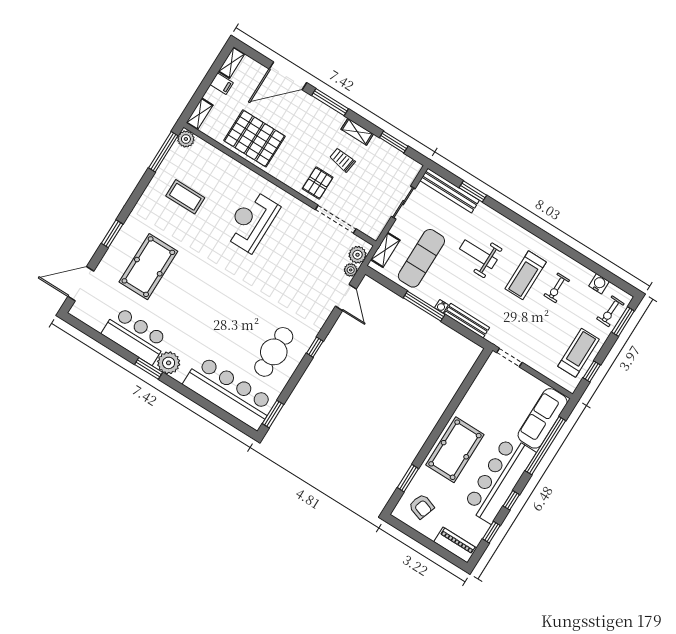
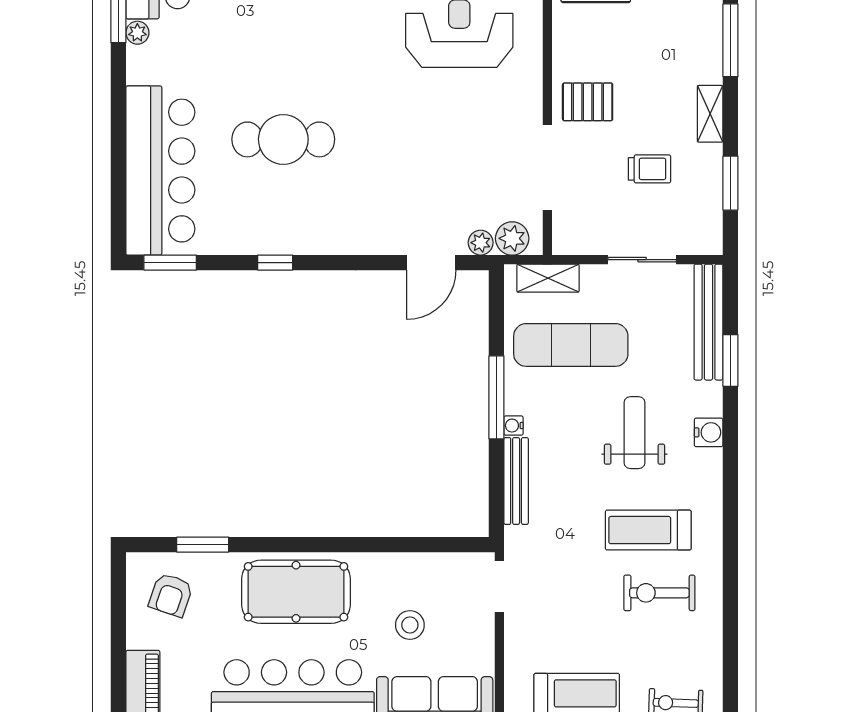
trolley: (342, 160) -> (649, 169), moved, turned 82
water cooler: (599, 284) -> (709, 432), moved
exercise bike: (557, 288) -> (659, 593), width x1.38, depth x1.39
window: (315, 347) -> (275, 263), moved
cafe table: (274, 352) -> (283, 139), moved
plant: (169, 363) -> (137, 33), width x0.53, depth x0.53
stool: (502, 408) -> (410, 625), added

